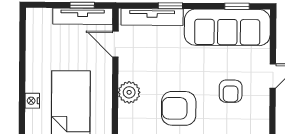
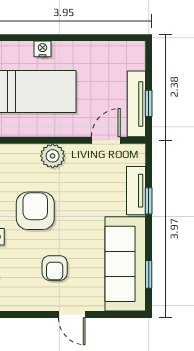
tv unit: (152, 17) -> (136, 191), width x0.71
armchair: (231, 91) -> (55, 268), turned -90

